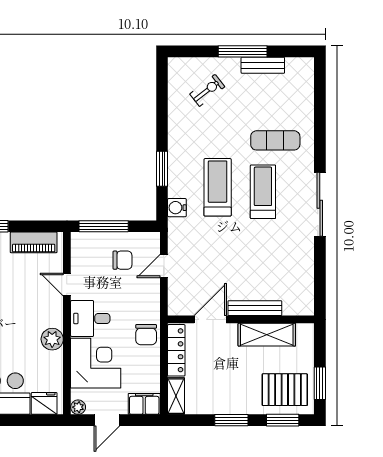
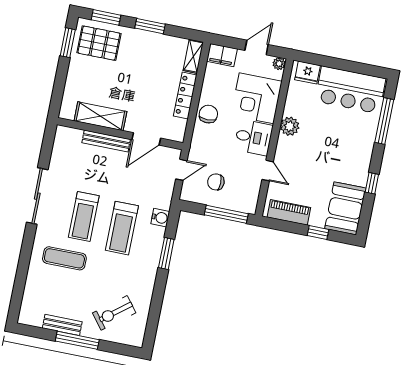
exercise bike: (207, 90) -> (114, 313), width x1.38, depth x1.39
bench: (255, 308) -> (106, 141), moved
door: (210, 319) -> (146, 139), moved
wall: (241, 319) -> (120, 134), moved
shelving: (267, 335) -> (100, 116), moved

